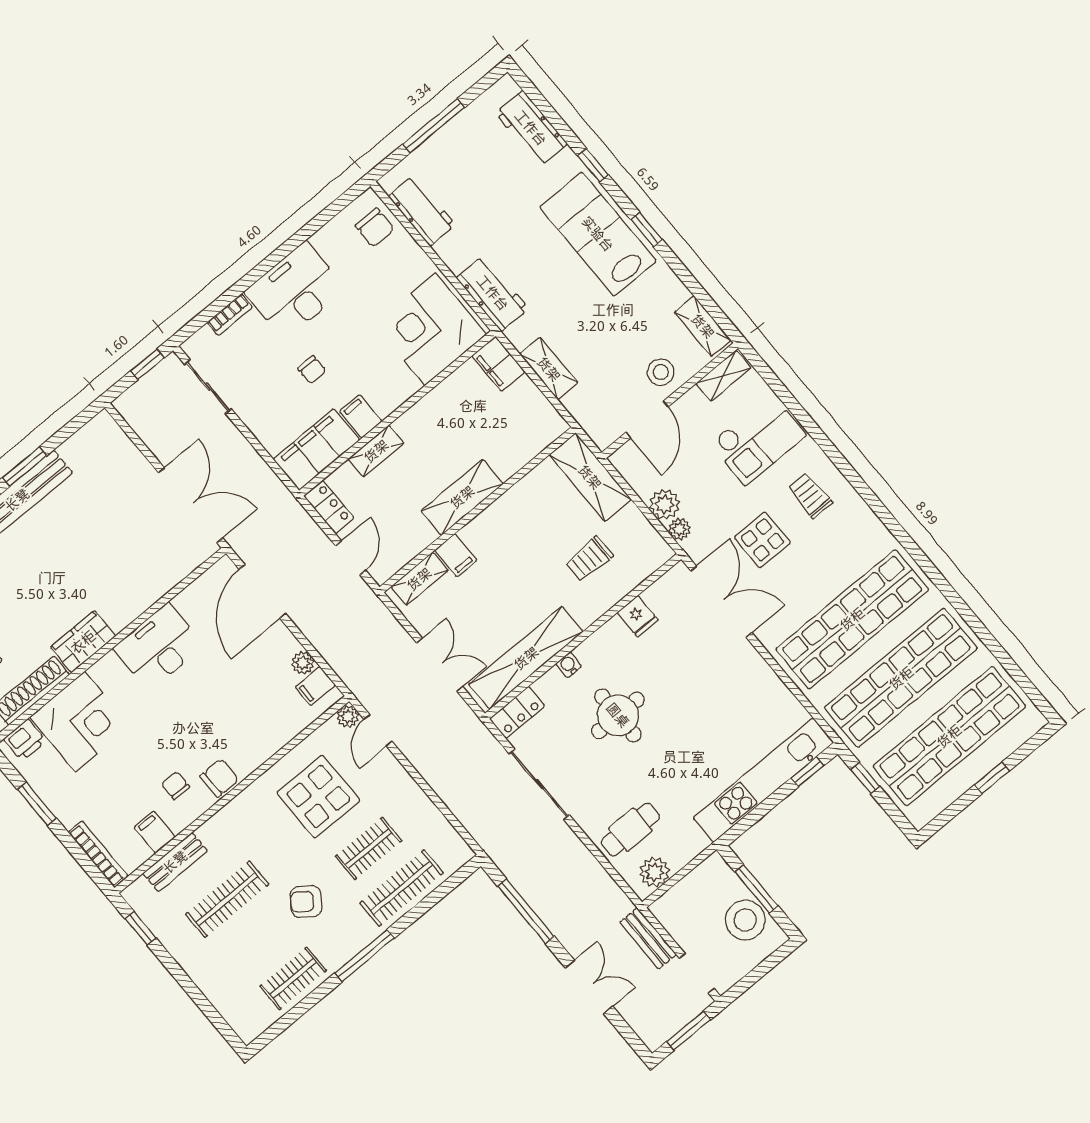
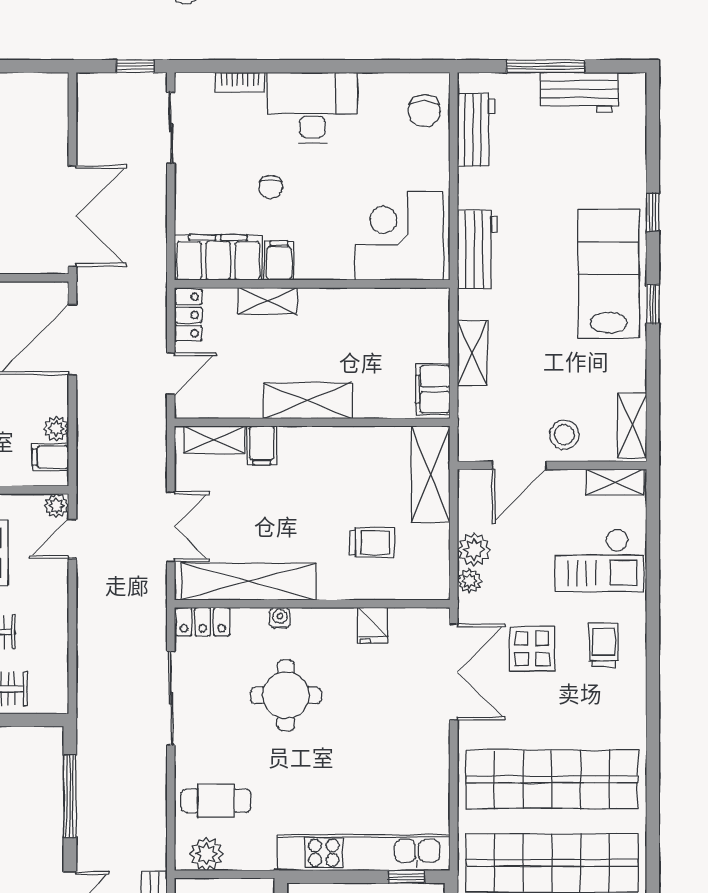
workbench: (531, 128) -> (579, 92), moved, turned -90
filing cabinet: (498, 364) -> (433, 389), moved
trolley: (589, 559) -> (372, 543), turned 180

